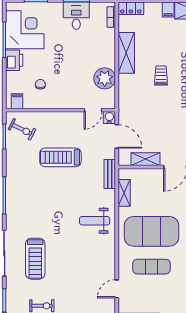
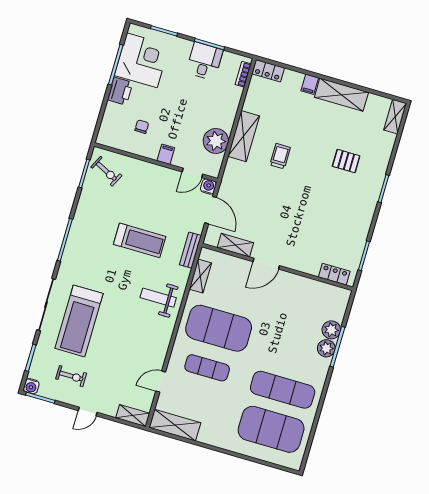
shelving: (126, 53) -> (244, 136), moved
filing cabinet: (17, 101) -> (166, 154), moved
treadmill: (60, 157) -> (140, 240), moved, turned 180
treadmill: (35, 259) -> (79, 321), width x1.37, depth x1.38

